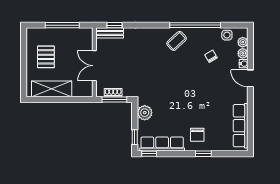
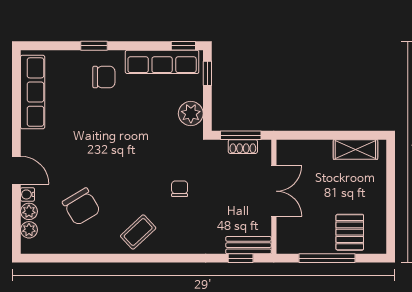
window: (195, 25) -> (108, 258), removed
side table: (227, 35) -> (55, 242), removed
chair: (211, 56) -> (81, 207), width x1.87, depth x1.87
pallet: (46, 57) -> (350, 232), moved
chair: (151, 67) -> (180, 189), added
shelving: (52, 89) -> (355, 149), width x0.67, depth x0.75
chair: (197, 135) -> (104, 77), turned 90

